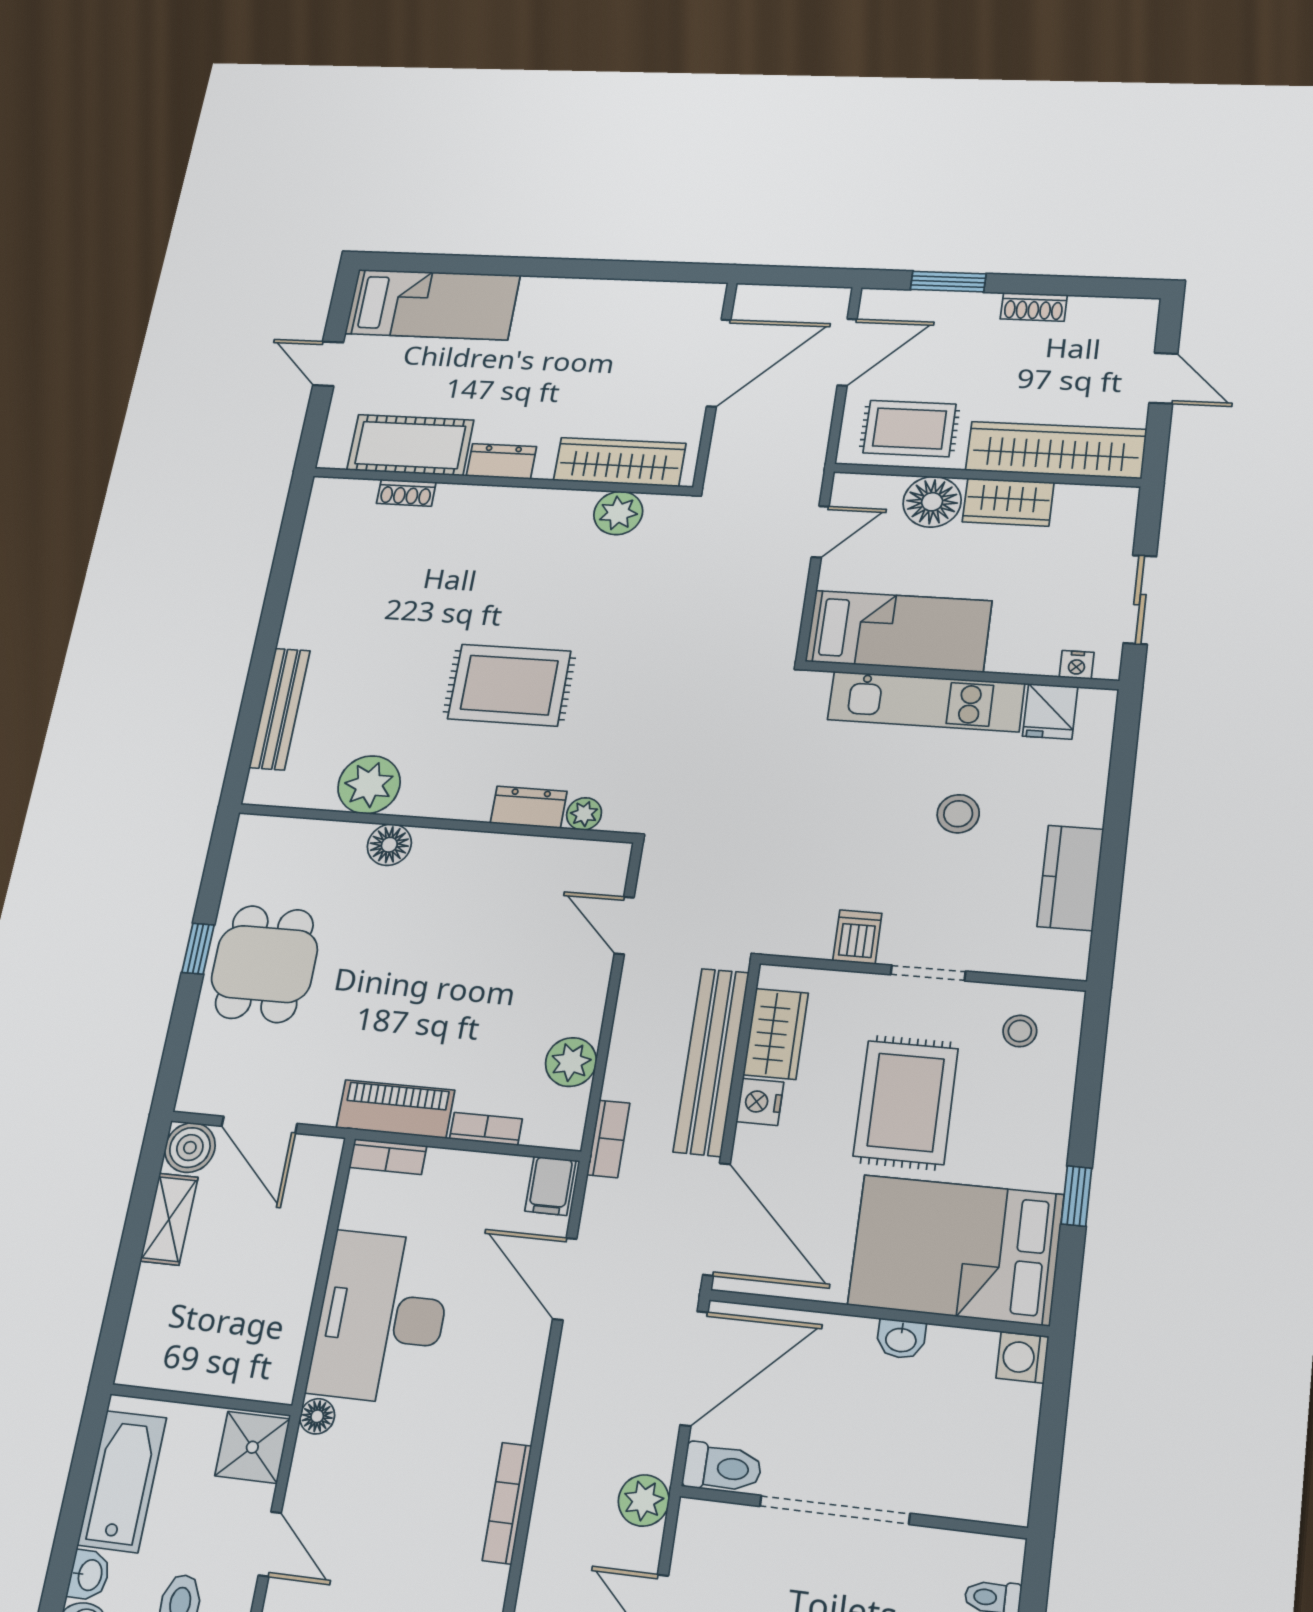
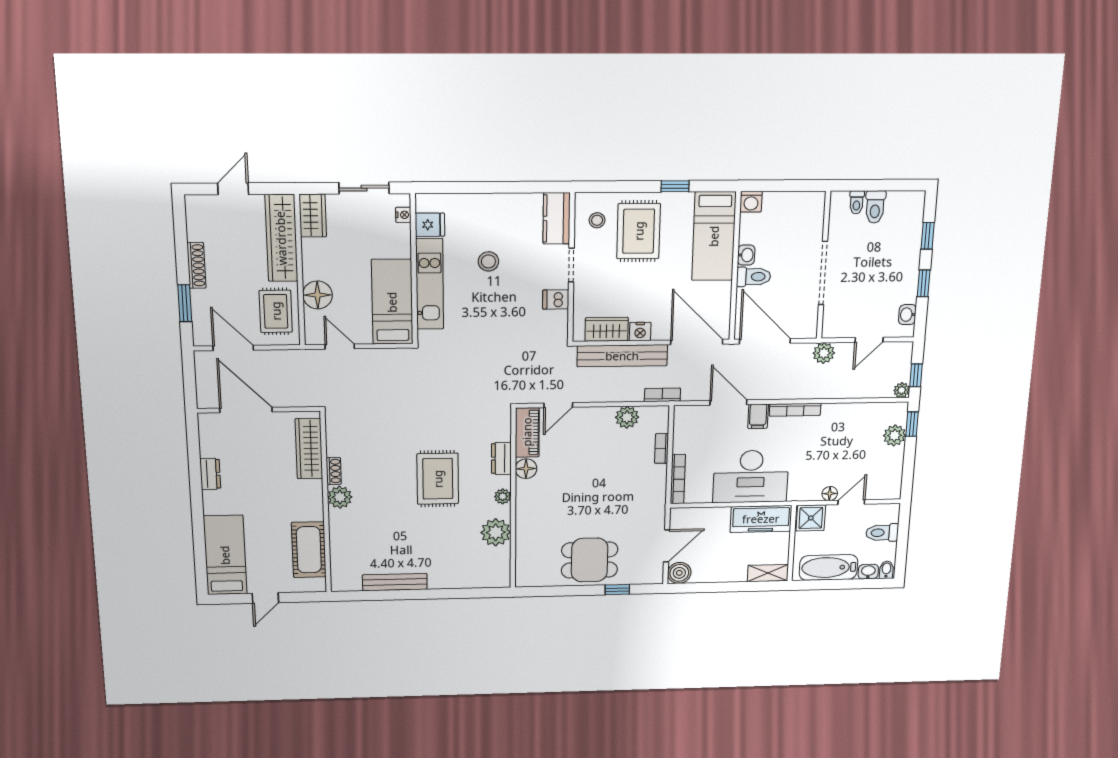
shoe rack: (1034, 307) -> (196, 265), width x1.43
dresser: (501, 461) -> (210, 474), moved, turned 180
shoe rack: (406, 493) -> (334, 471), moved
wardrobe: (1008, 502) -> (313, 216), moved
plant: (618, 513) -> (340, 497), moved
bench: (280, 709) -> (395, 582), moved
plant: (584, 814) -> (503, 496), moved
floor lamp: (389, 845) -> (526, 469), moved
kitchen counter: (1070, 878) -> (557, 218), moved, turned 90
window: (198, 949) -> (617, 590), moved
rug: (906, 1102) -> (639, 231), moved, turned 90
piano: (395, 1109) -> (527, 432), moved, turned 180
bookcase: (388, 1157) -> (678, 479), width x1.56
filing cabinet: (550, 1186) -> (758, 416), moved, turned 90
shelving: (169, 1219) -> (768, 573), moved
door: (717, 1219) -> (697, 342), hinge flipped
bed: (956, 1250) -> (714, 236), width x0.67
door: (565, 1279) -> (728, 403), swing flipped
freezer: (275, 1334) -> (761, 519), added
floor lamp: (317, 1416) -> (830, 494), moved
toilet: (722, 1468) -> (754, 277), moved, turned 90
bookcase: (507, 1503) -> (795, 410), moved

